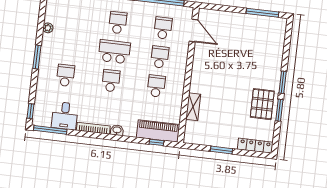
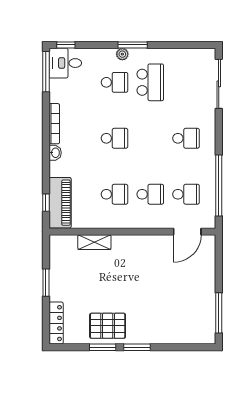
plant: (48, 28) -> (122, 54), moved
school desk: (114, 52) -> (150, 82), moved
desk: (65, 116) -> (65, 63), moved

